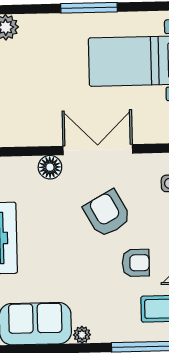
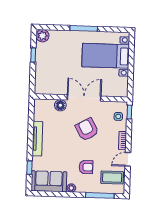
armchair: (136, 263) -> (86, 167), moved

